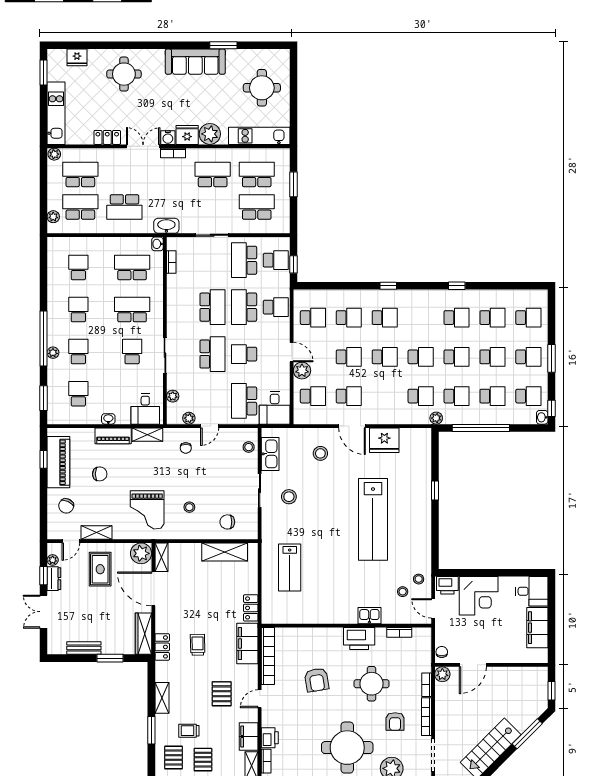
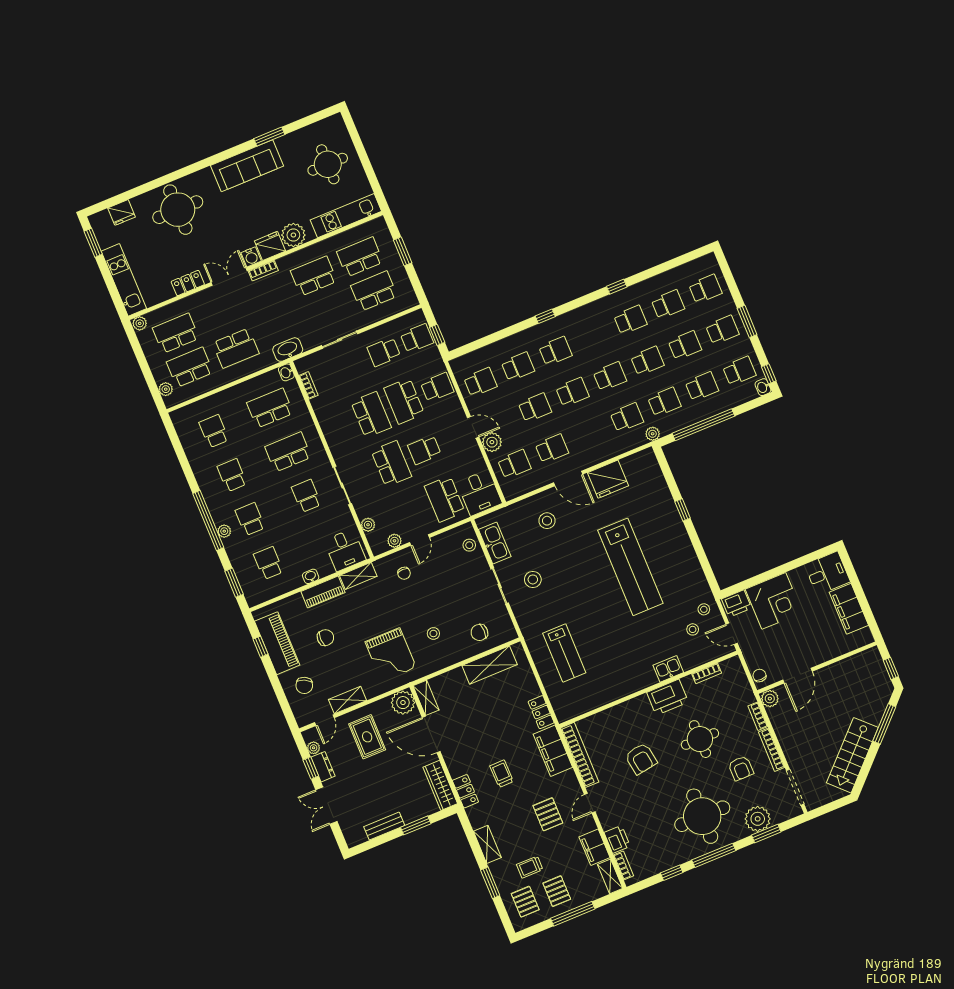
round table: (124, 74) -> (178, 210), width x1.36, depth x1.36
school desk: (244, 260) -> (384, 352), width x0.54

